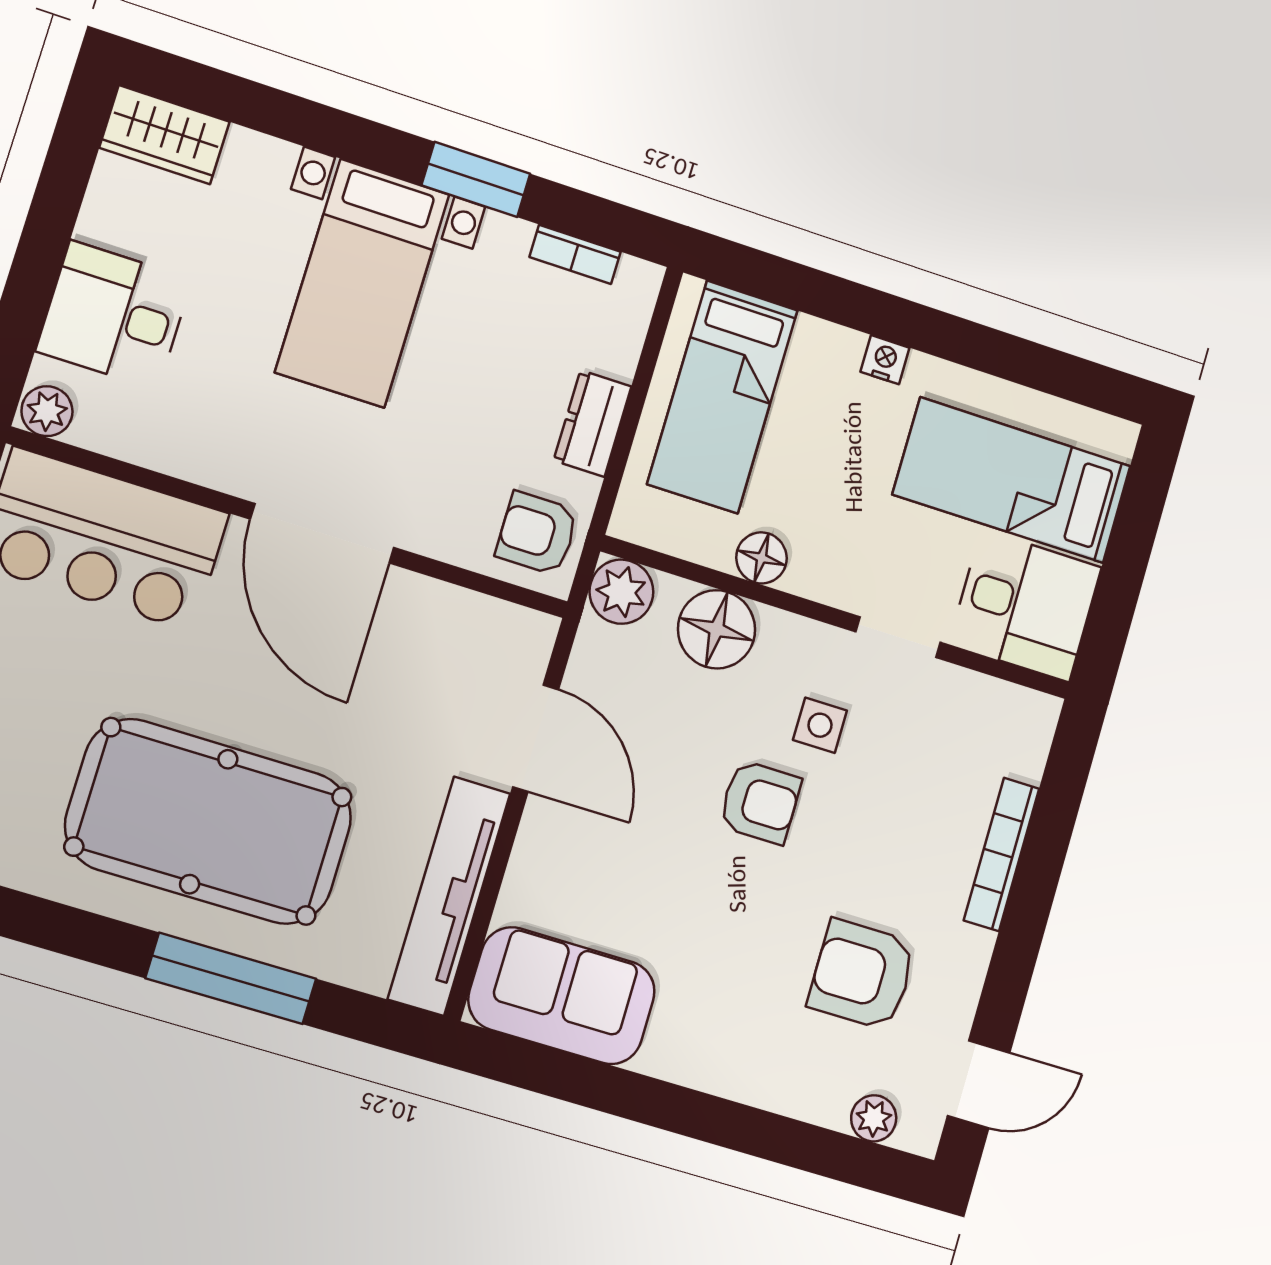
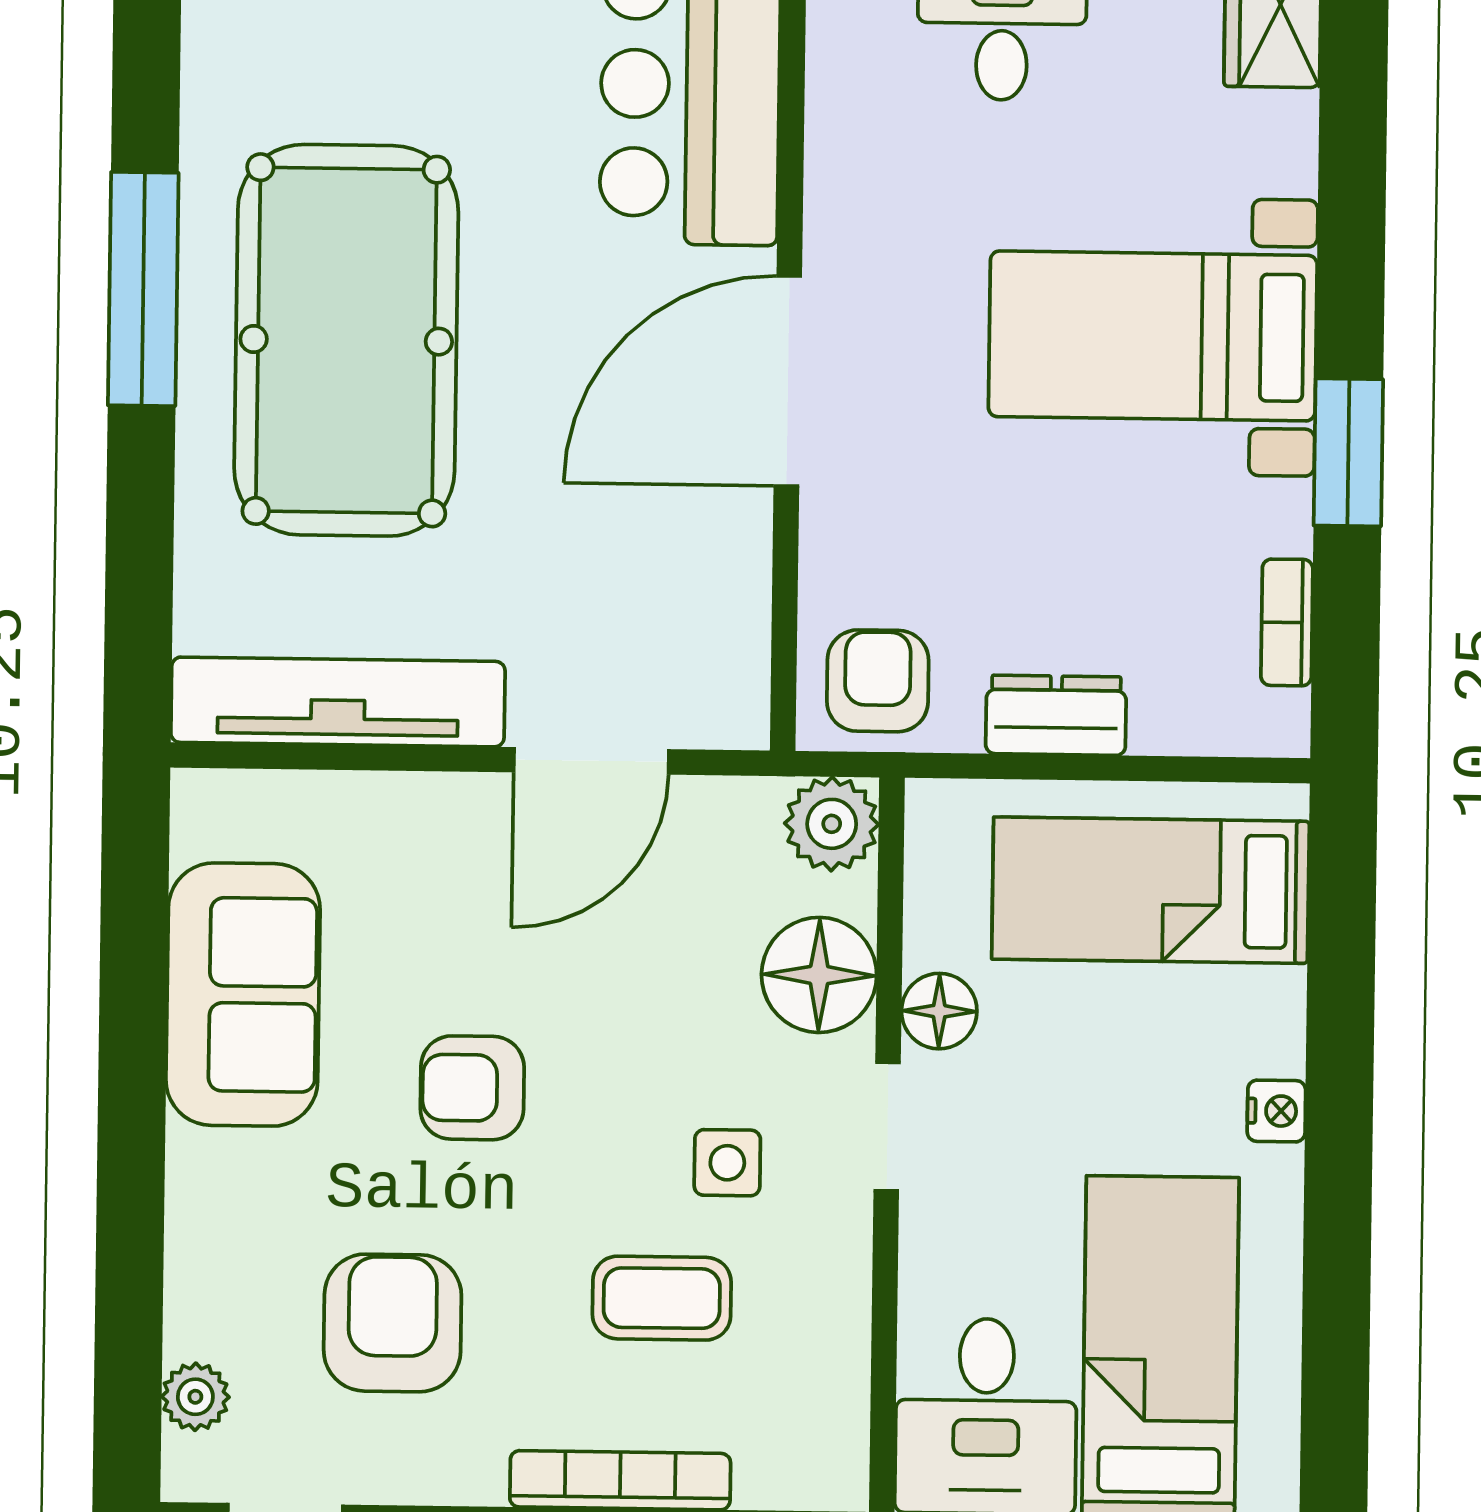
doorway: (898, 637) -> (887, 1127), moved
coffee table: (894, 793) -> (662, 1298), added
armchair: (760, 802) -> (472, 1088), moved, turned 90
window: (231, 978) -> (143, 289), moved
sofa: (562, 996) -> (243, 995), moved

